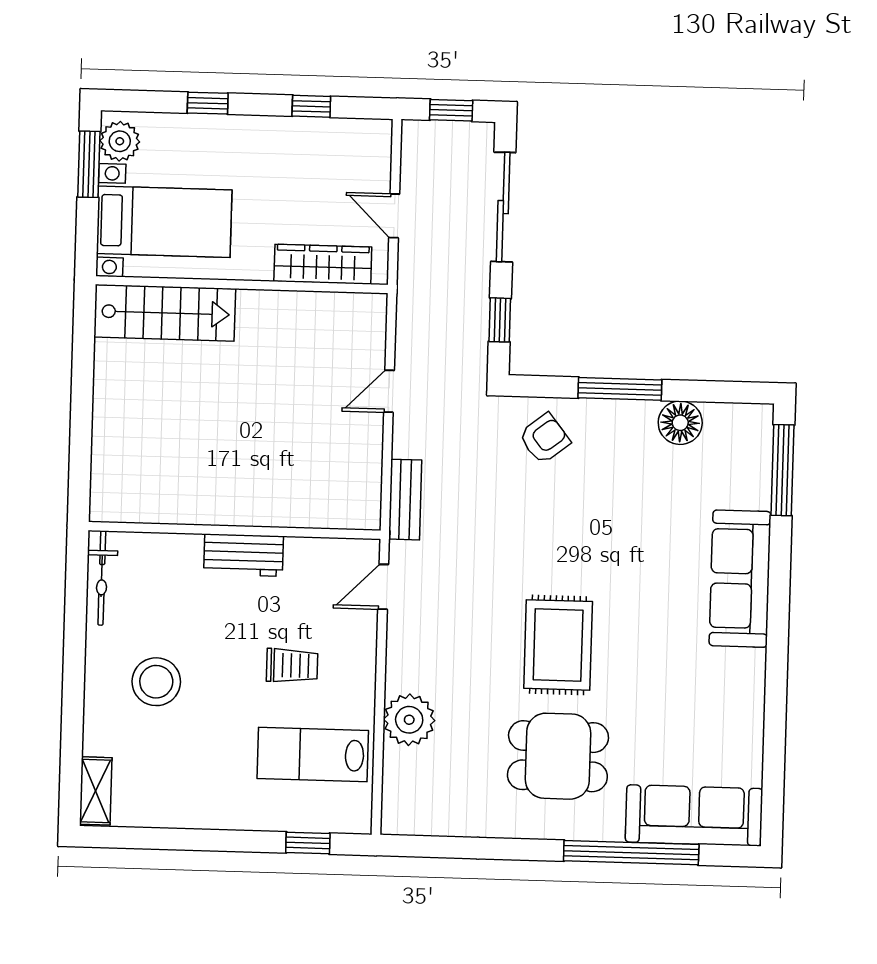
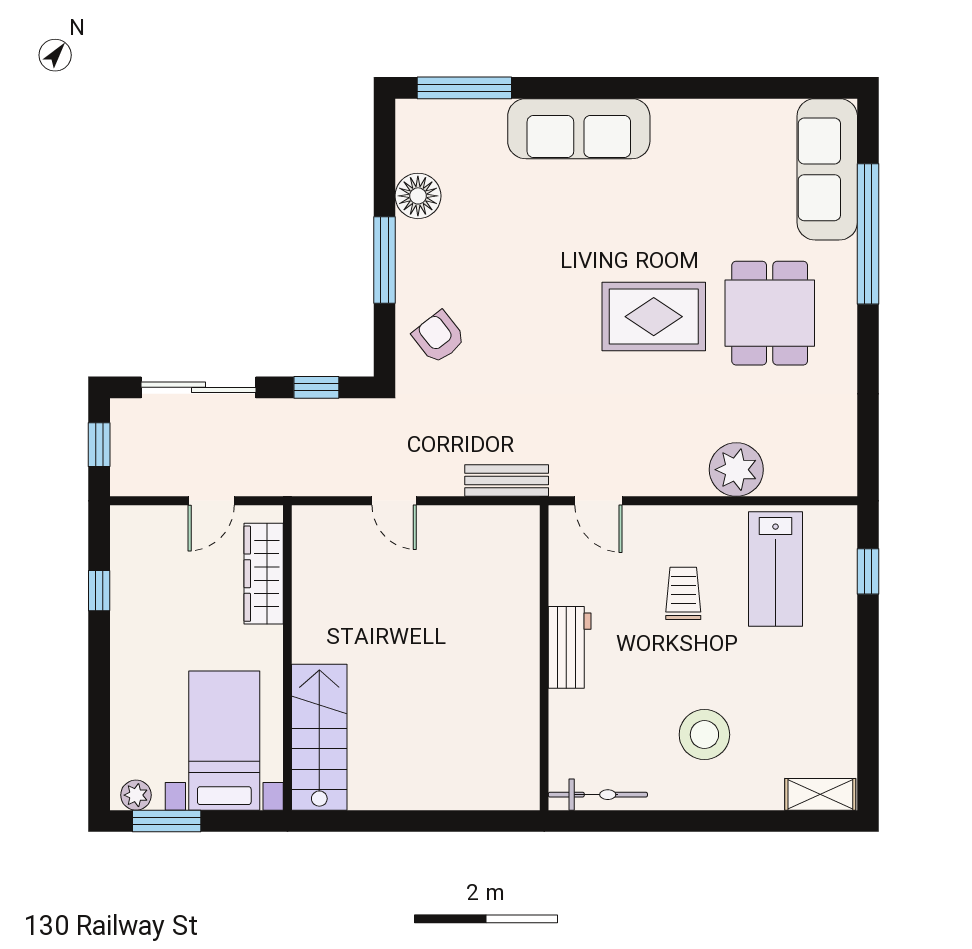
window: (208, 103) -> (99, 699), removed
plant: (120, 141) -> (136, 795), width x0.73, depth x0.73

